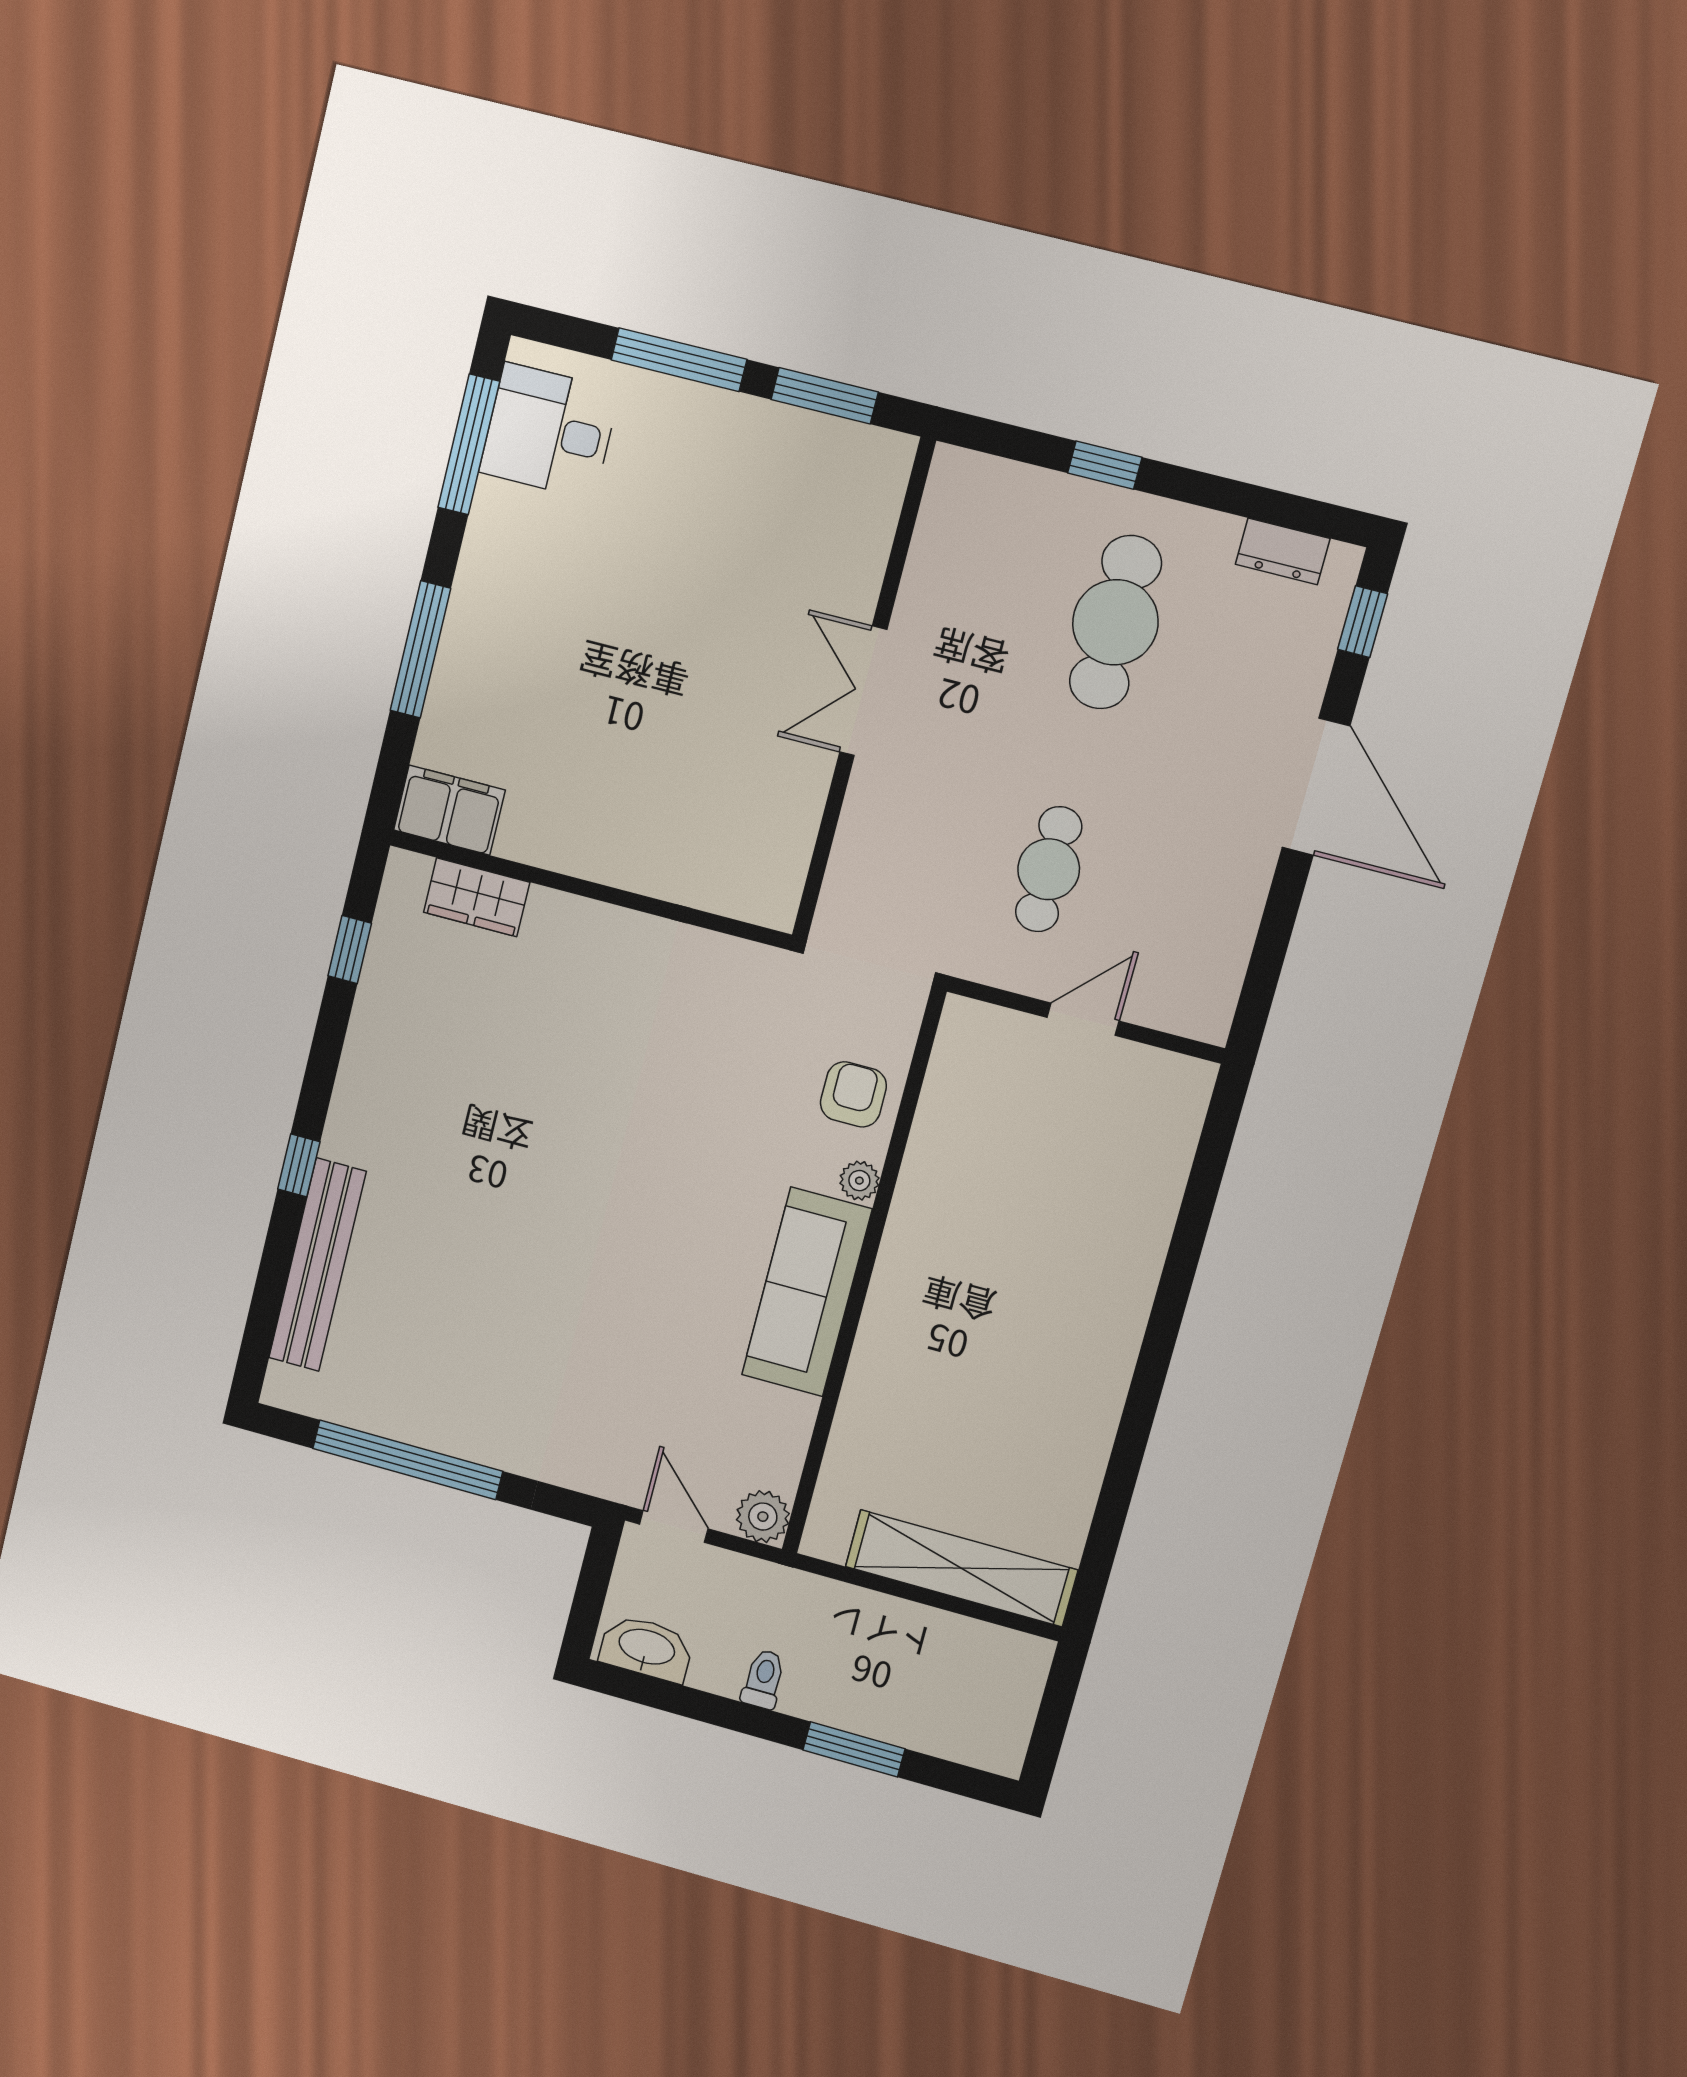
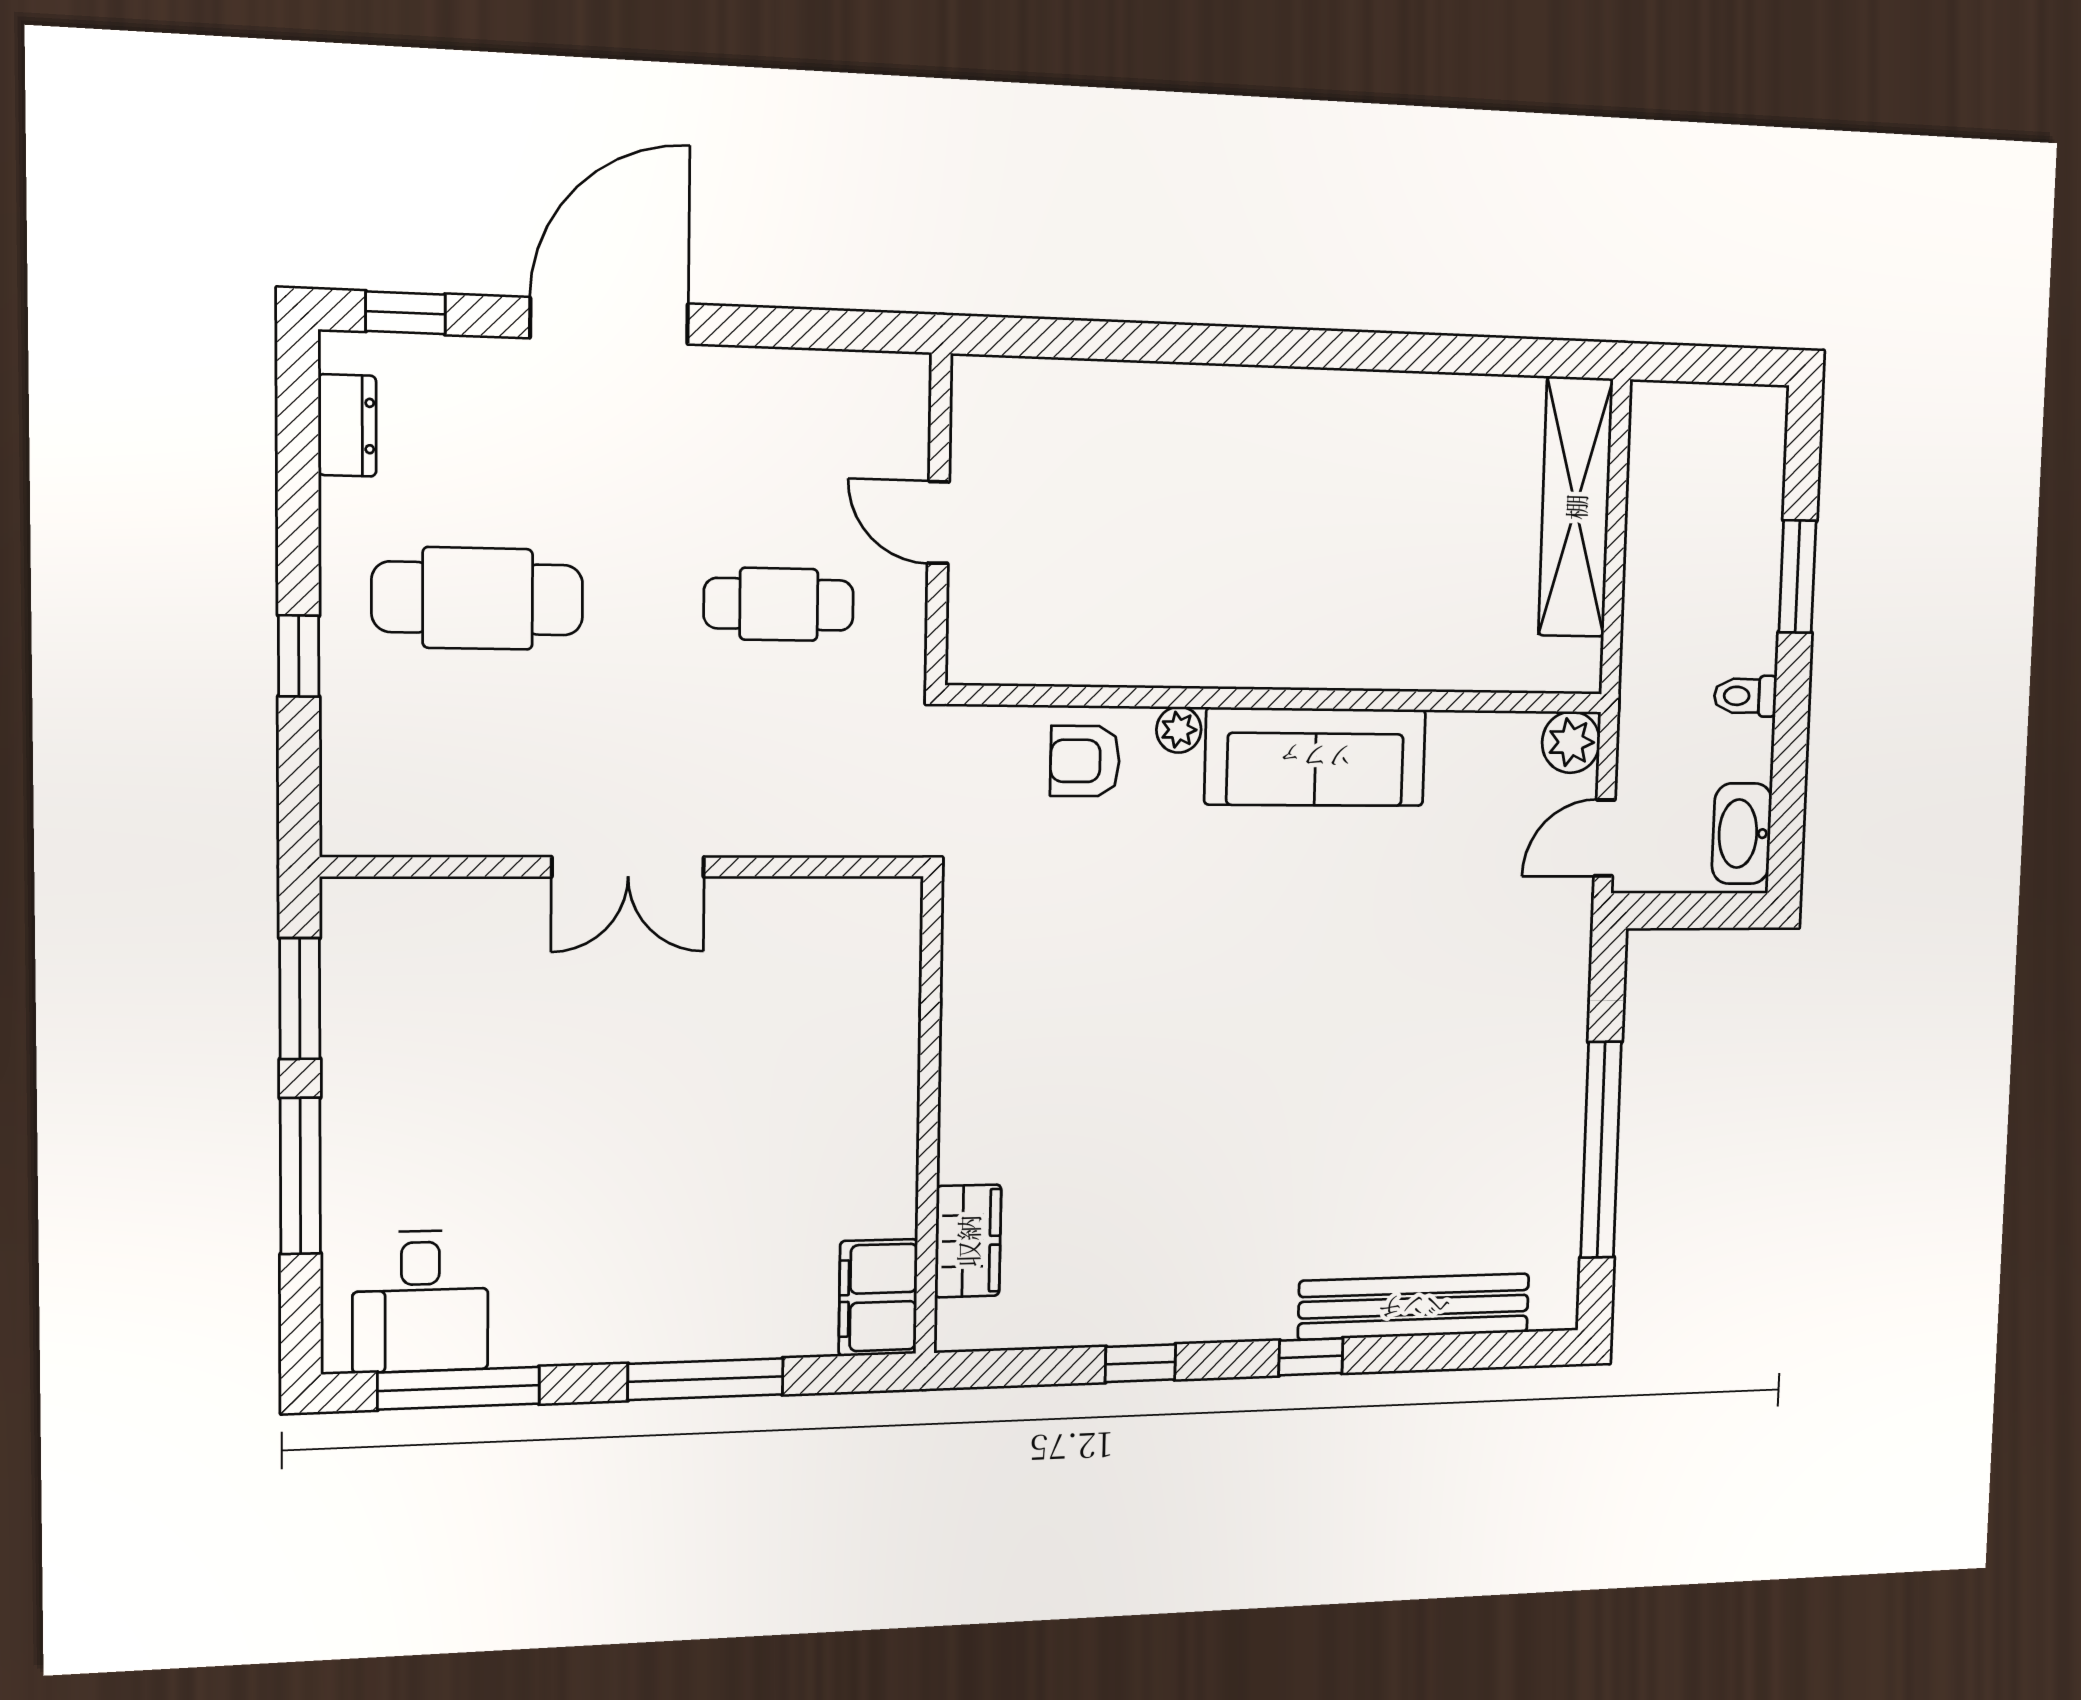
window: (350, 950) -> (1140, 1363), moved

